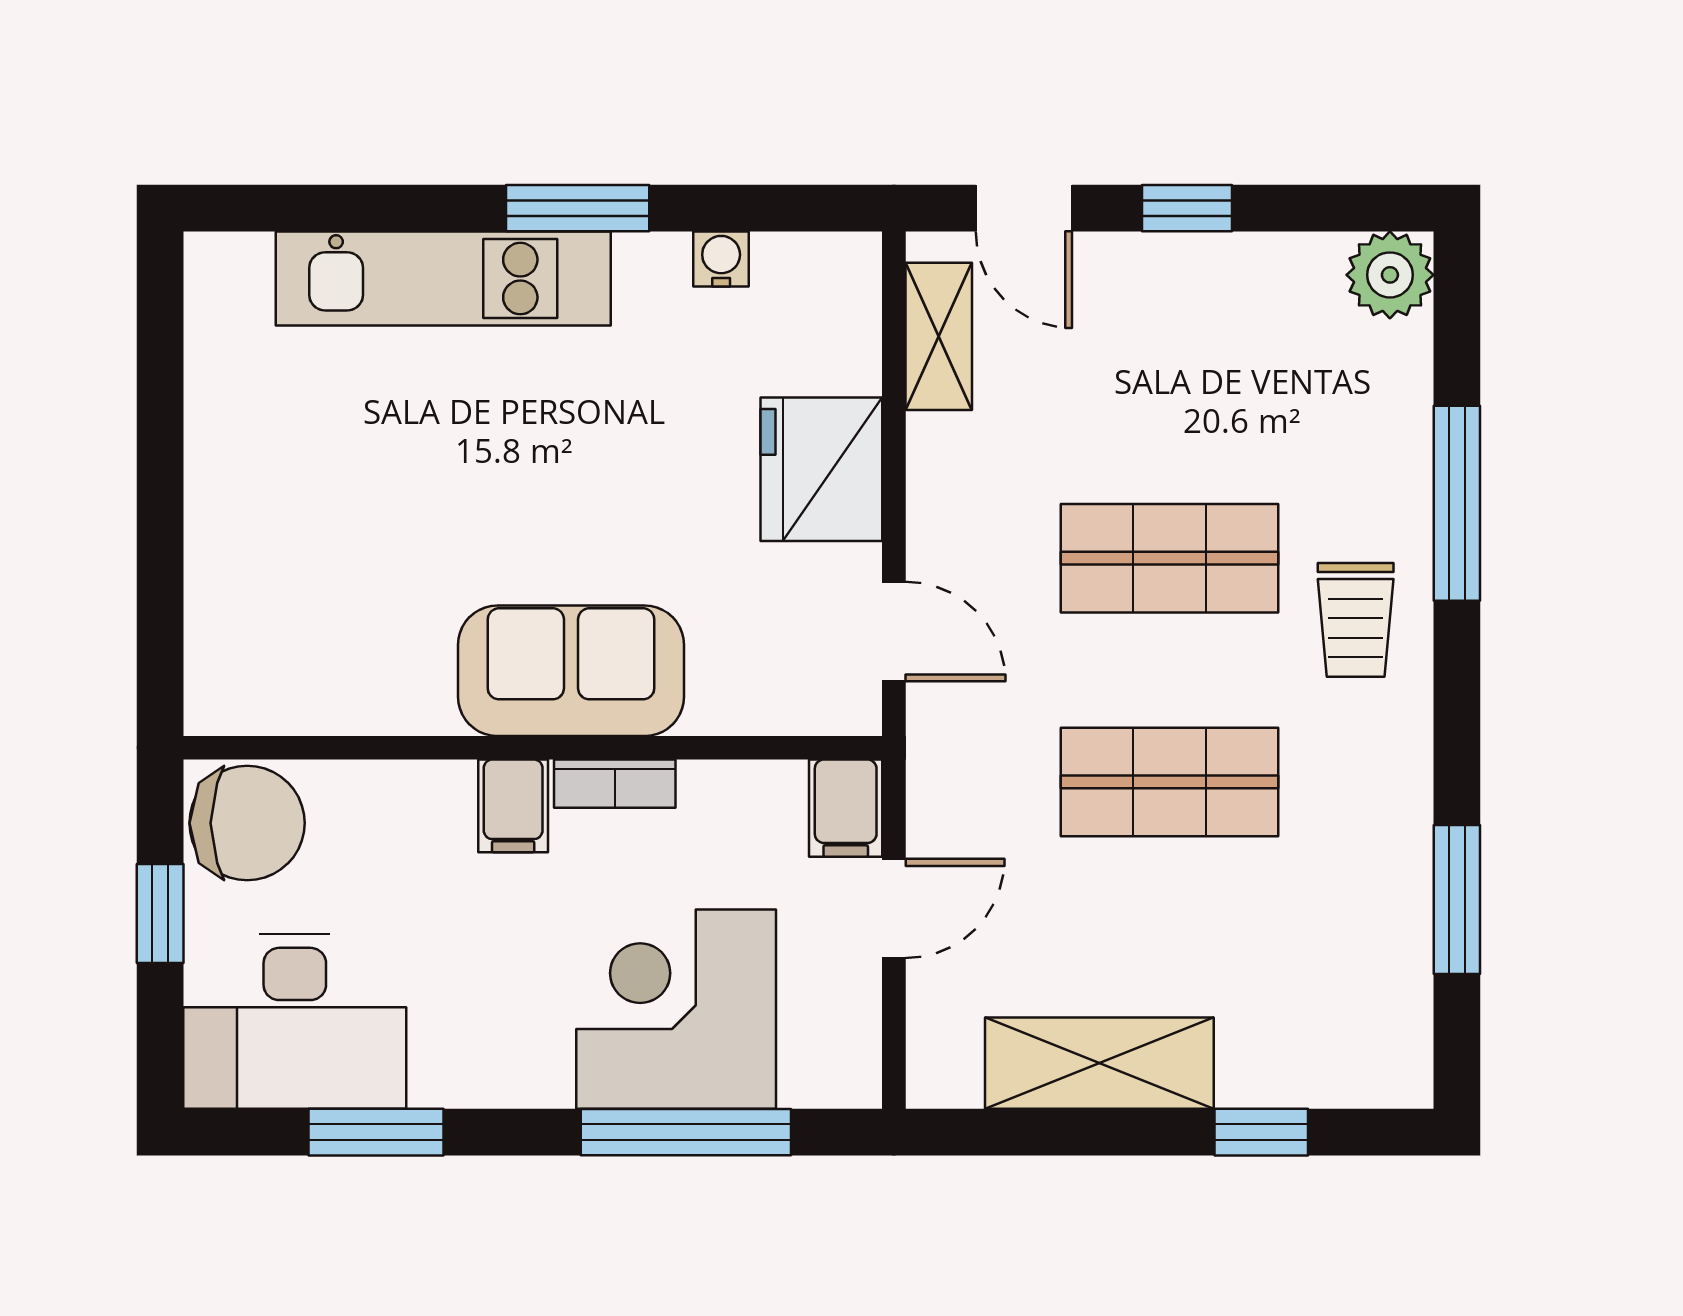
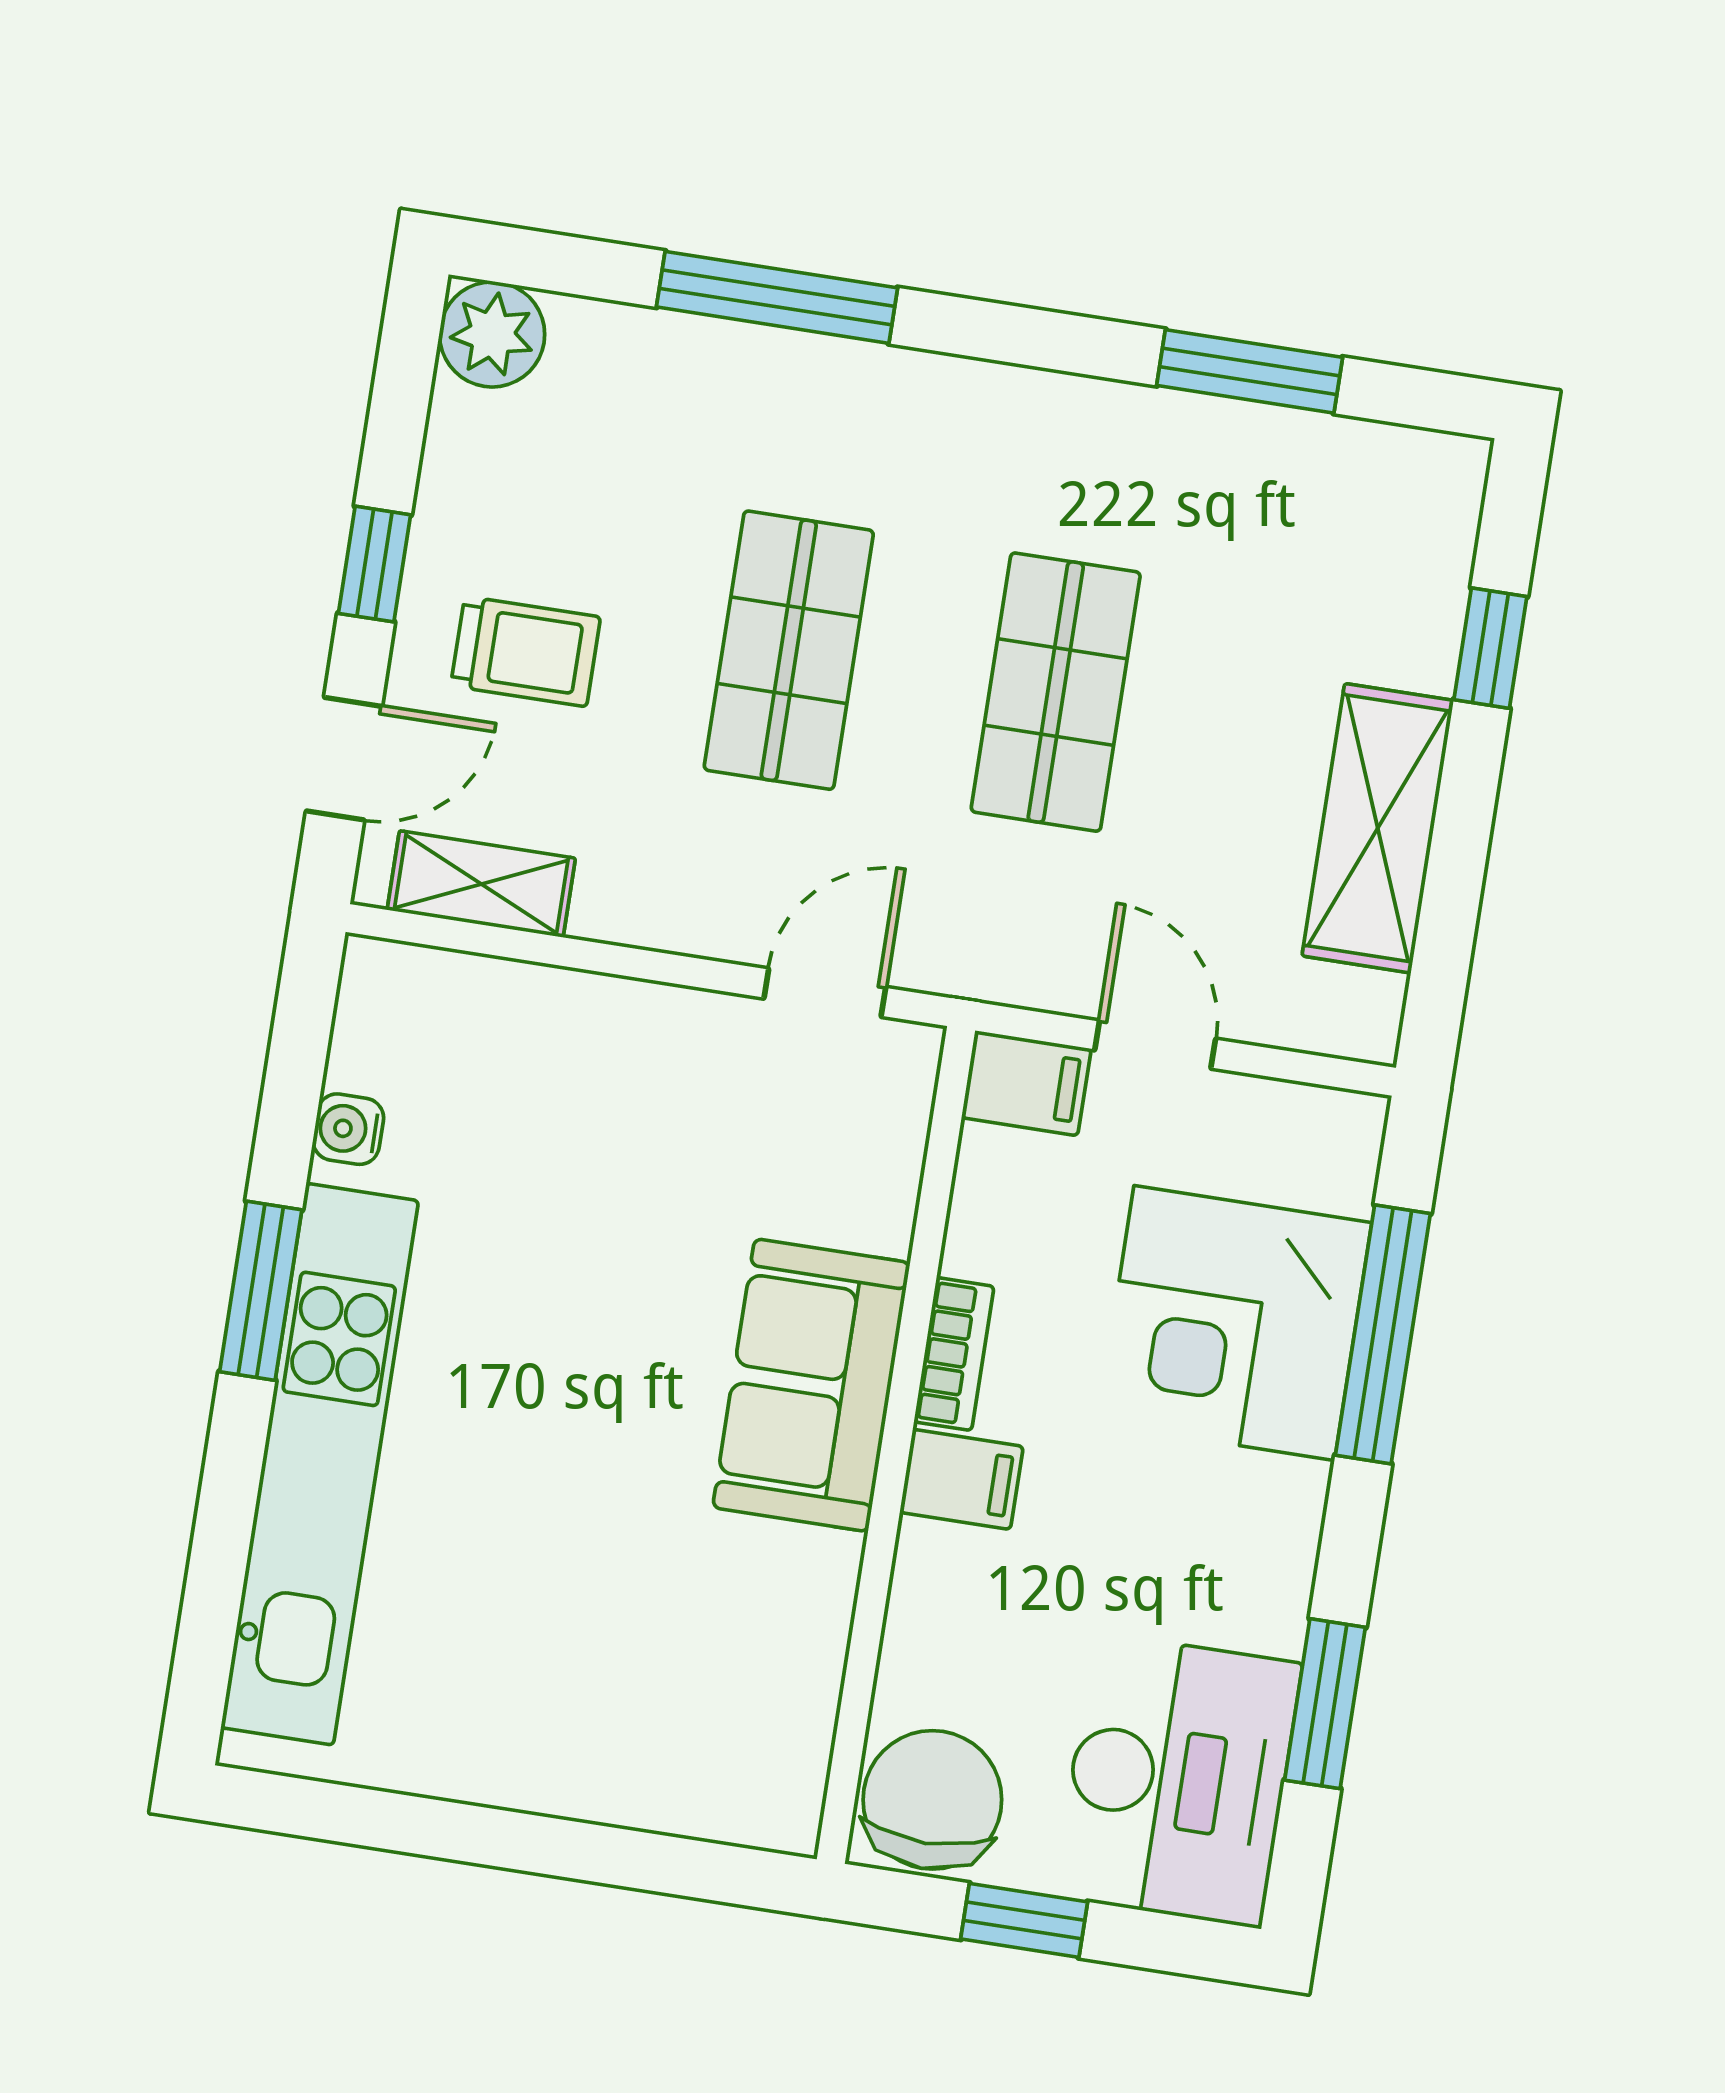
kitchen unit: (443, 279) -> (320, 1464), width x1.36
fridge: (821, 469) -> (618, 1049), removed
trolley: (1356, 620) -> (526, 651), moved

